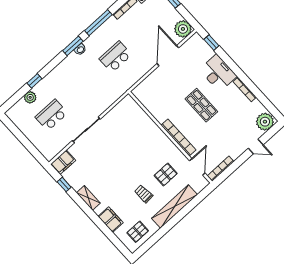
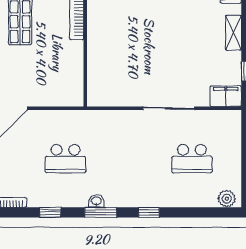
window: (98, 23) -> (50, 212), width x0.46
window: (34, 81) -> (149, 212), moved
plant: (30, 97) -> (227, 199), moved

